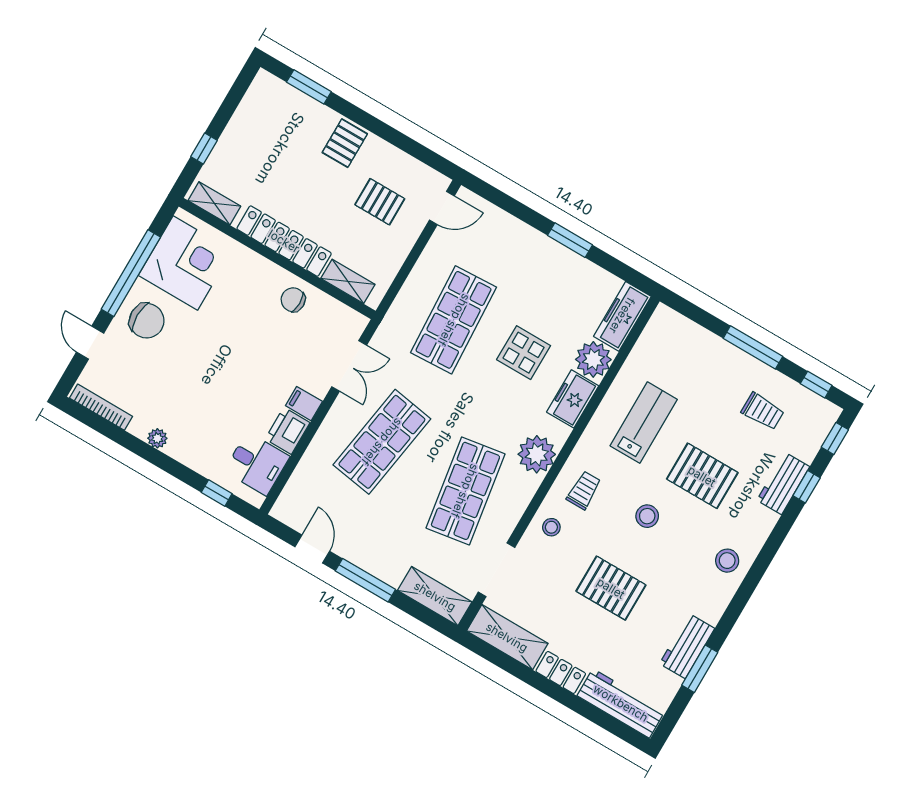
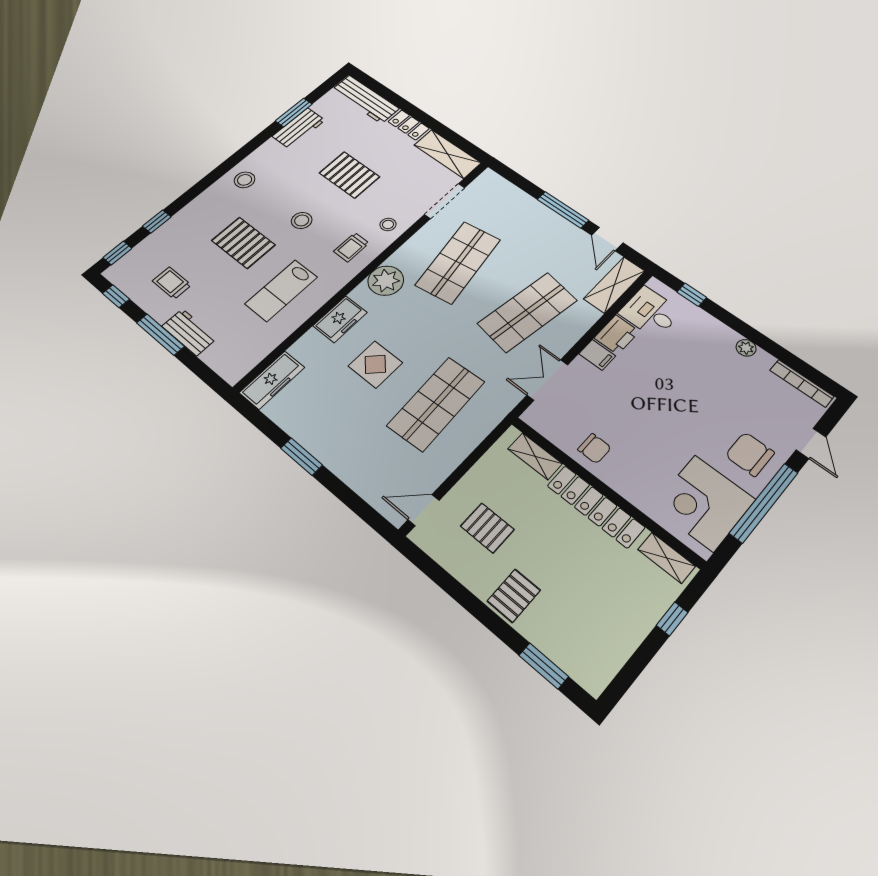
plant: (593, 359) -> (311, 348), removed
workbench: (783, 483) -> (189, 332), moved, turned -90
shelving: (435, 596) -> (614, 285), moved, turned 90

